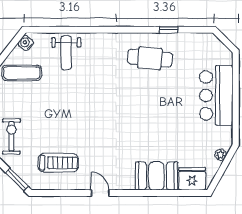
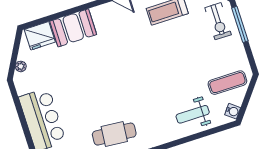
weight bench: (66, 53) -> (193, 114), turned -90

